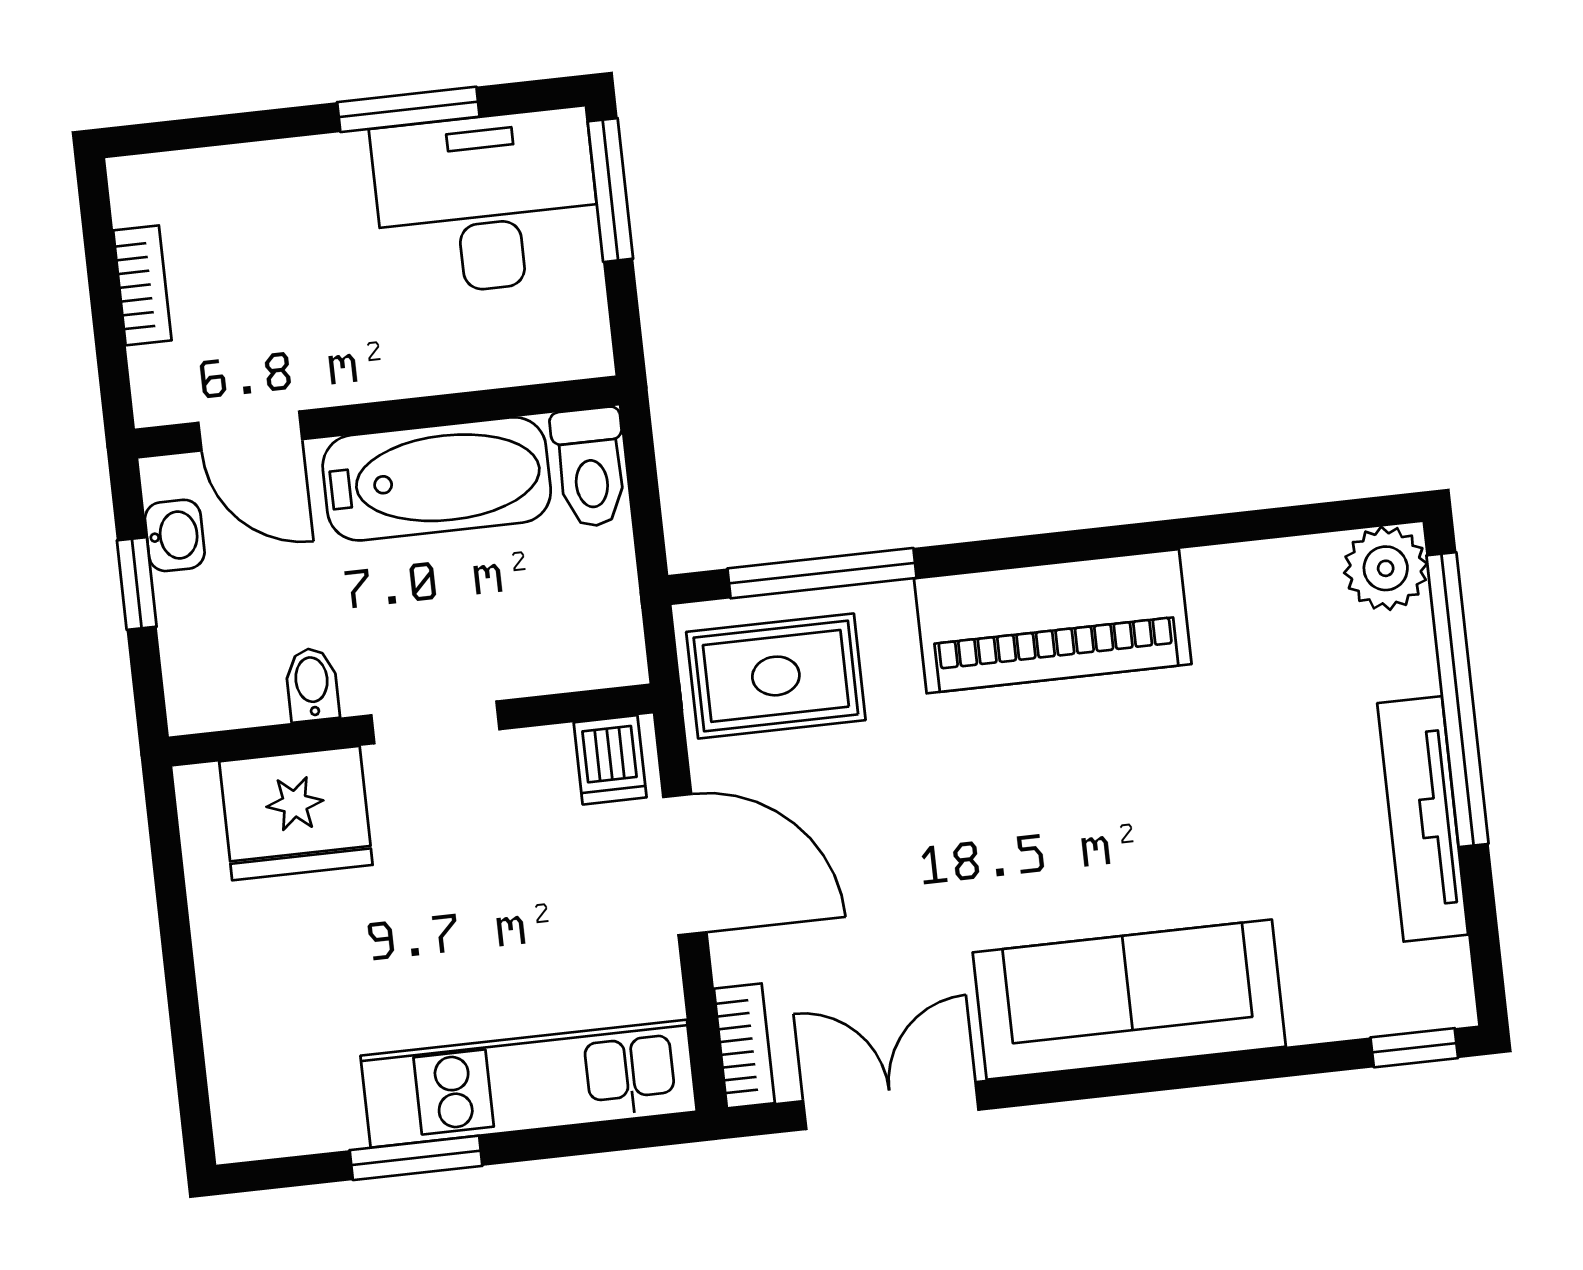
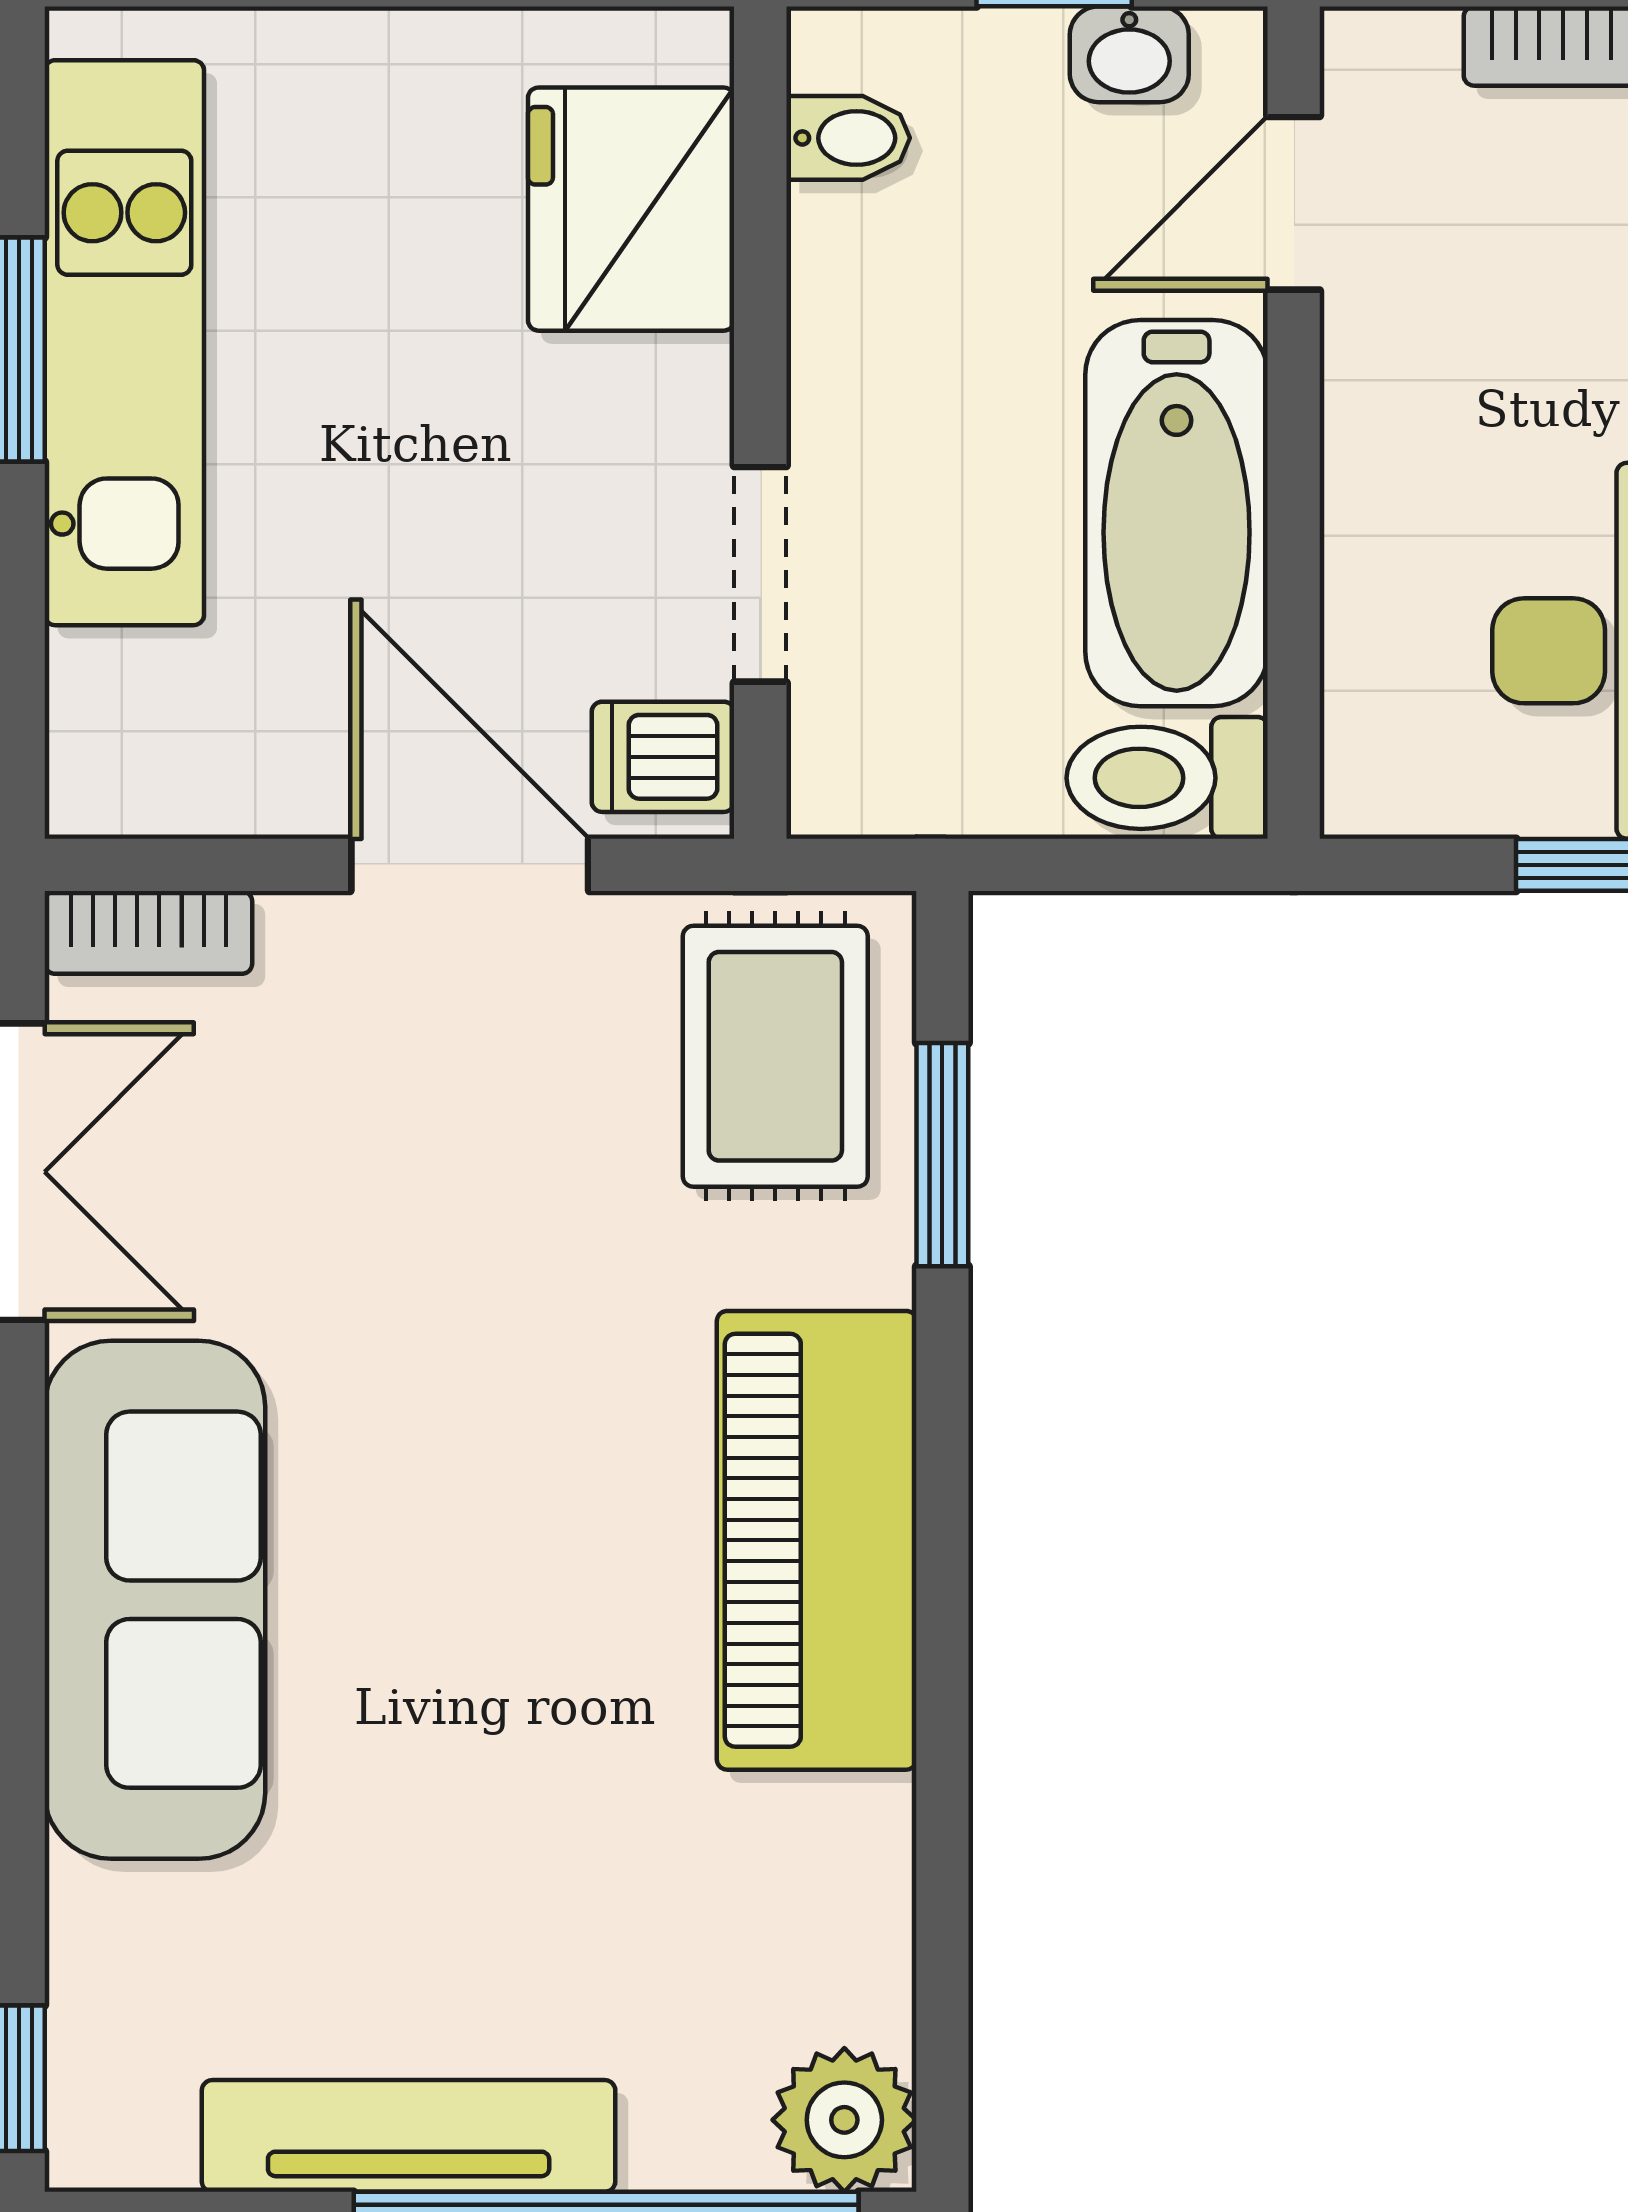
window: (822, 573) -> (942, 1155), width x0.69
bidet: (312, 685) -> (848, 138), moved
doorway: (435, 722) -> (760, 574), moved
door: (685, 865) -> (470, 865), swing flipped
kitchen unit: (529, 1084) -> (124, 343), moved

